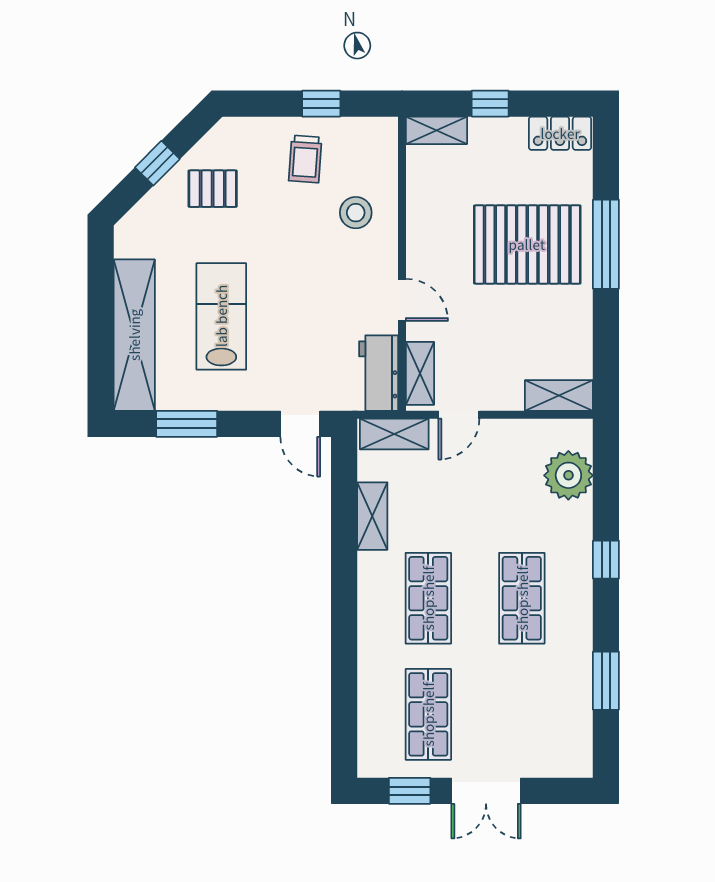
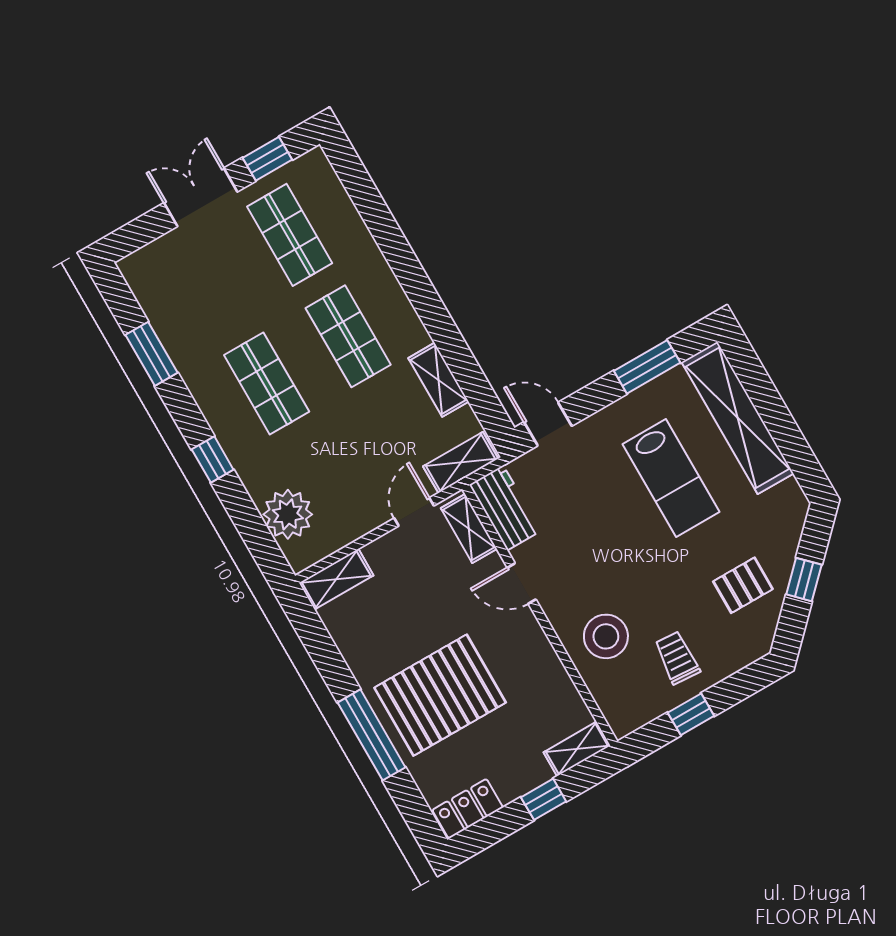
stool: (356, 213) -> (606, 636), width x1.38, depth x1.38

